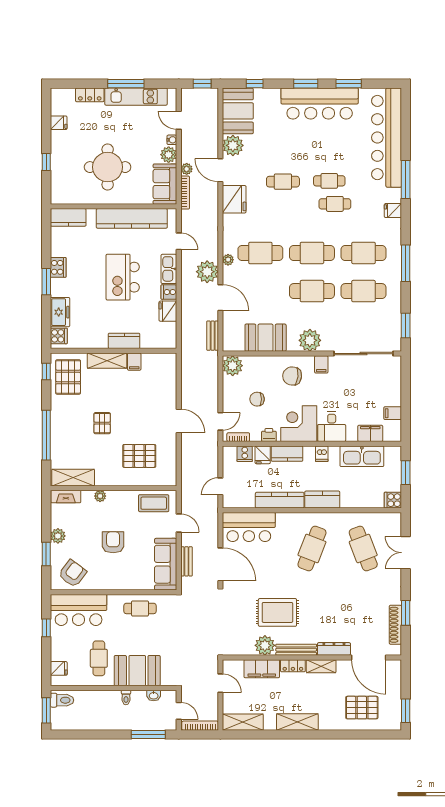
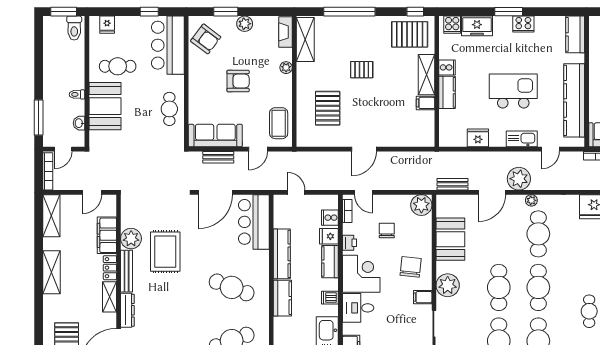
cooker: (169, 292) -> (447, 67), moved, turned 90

